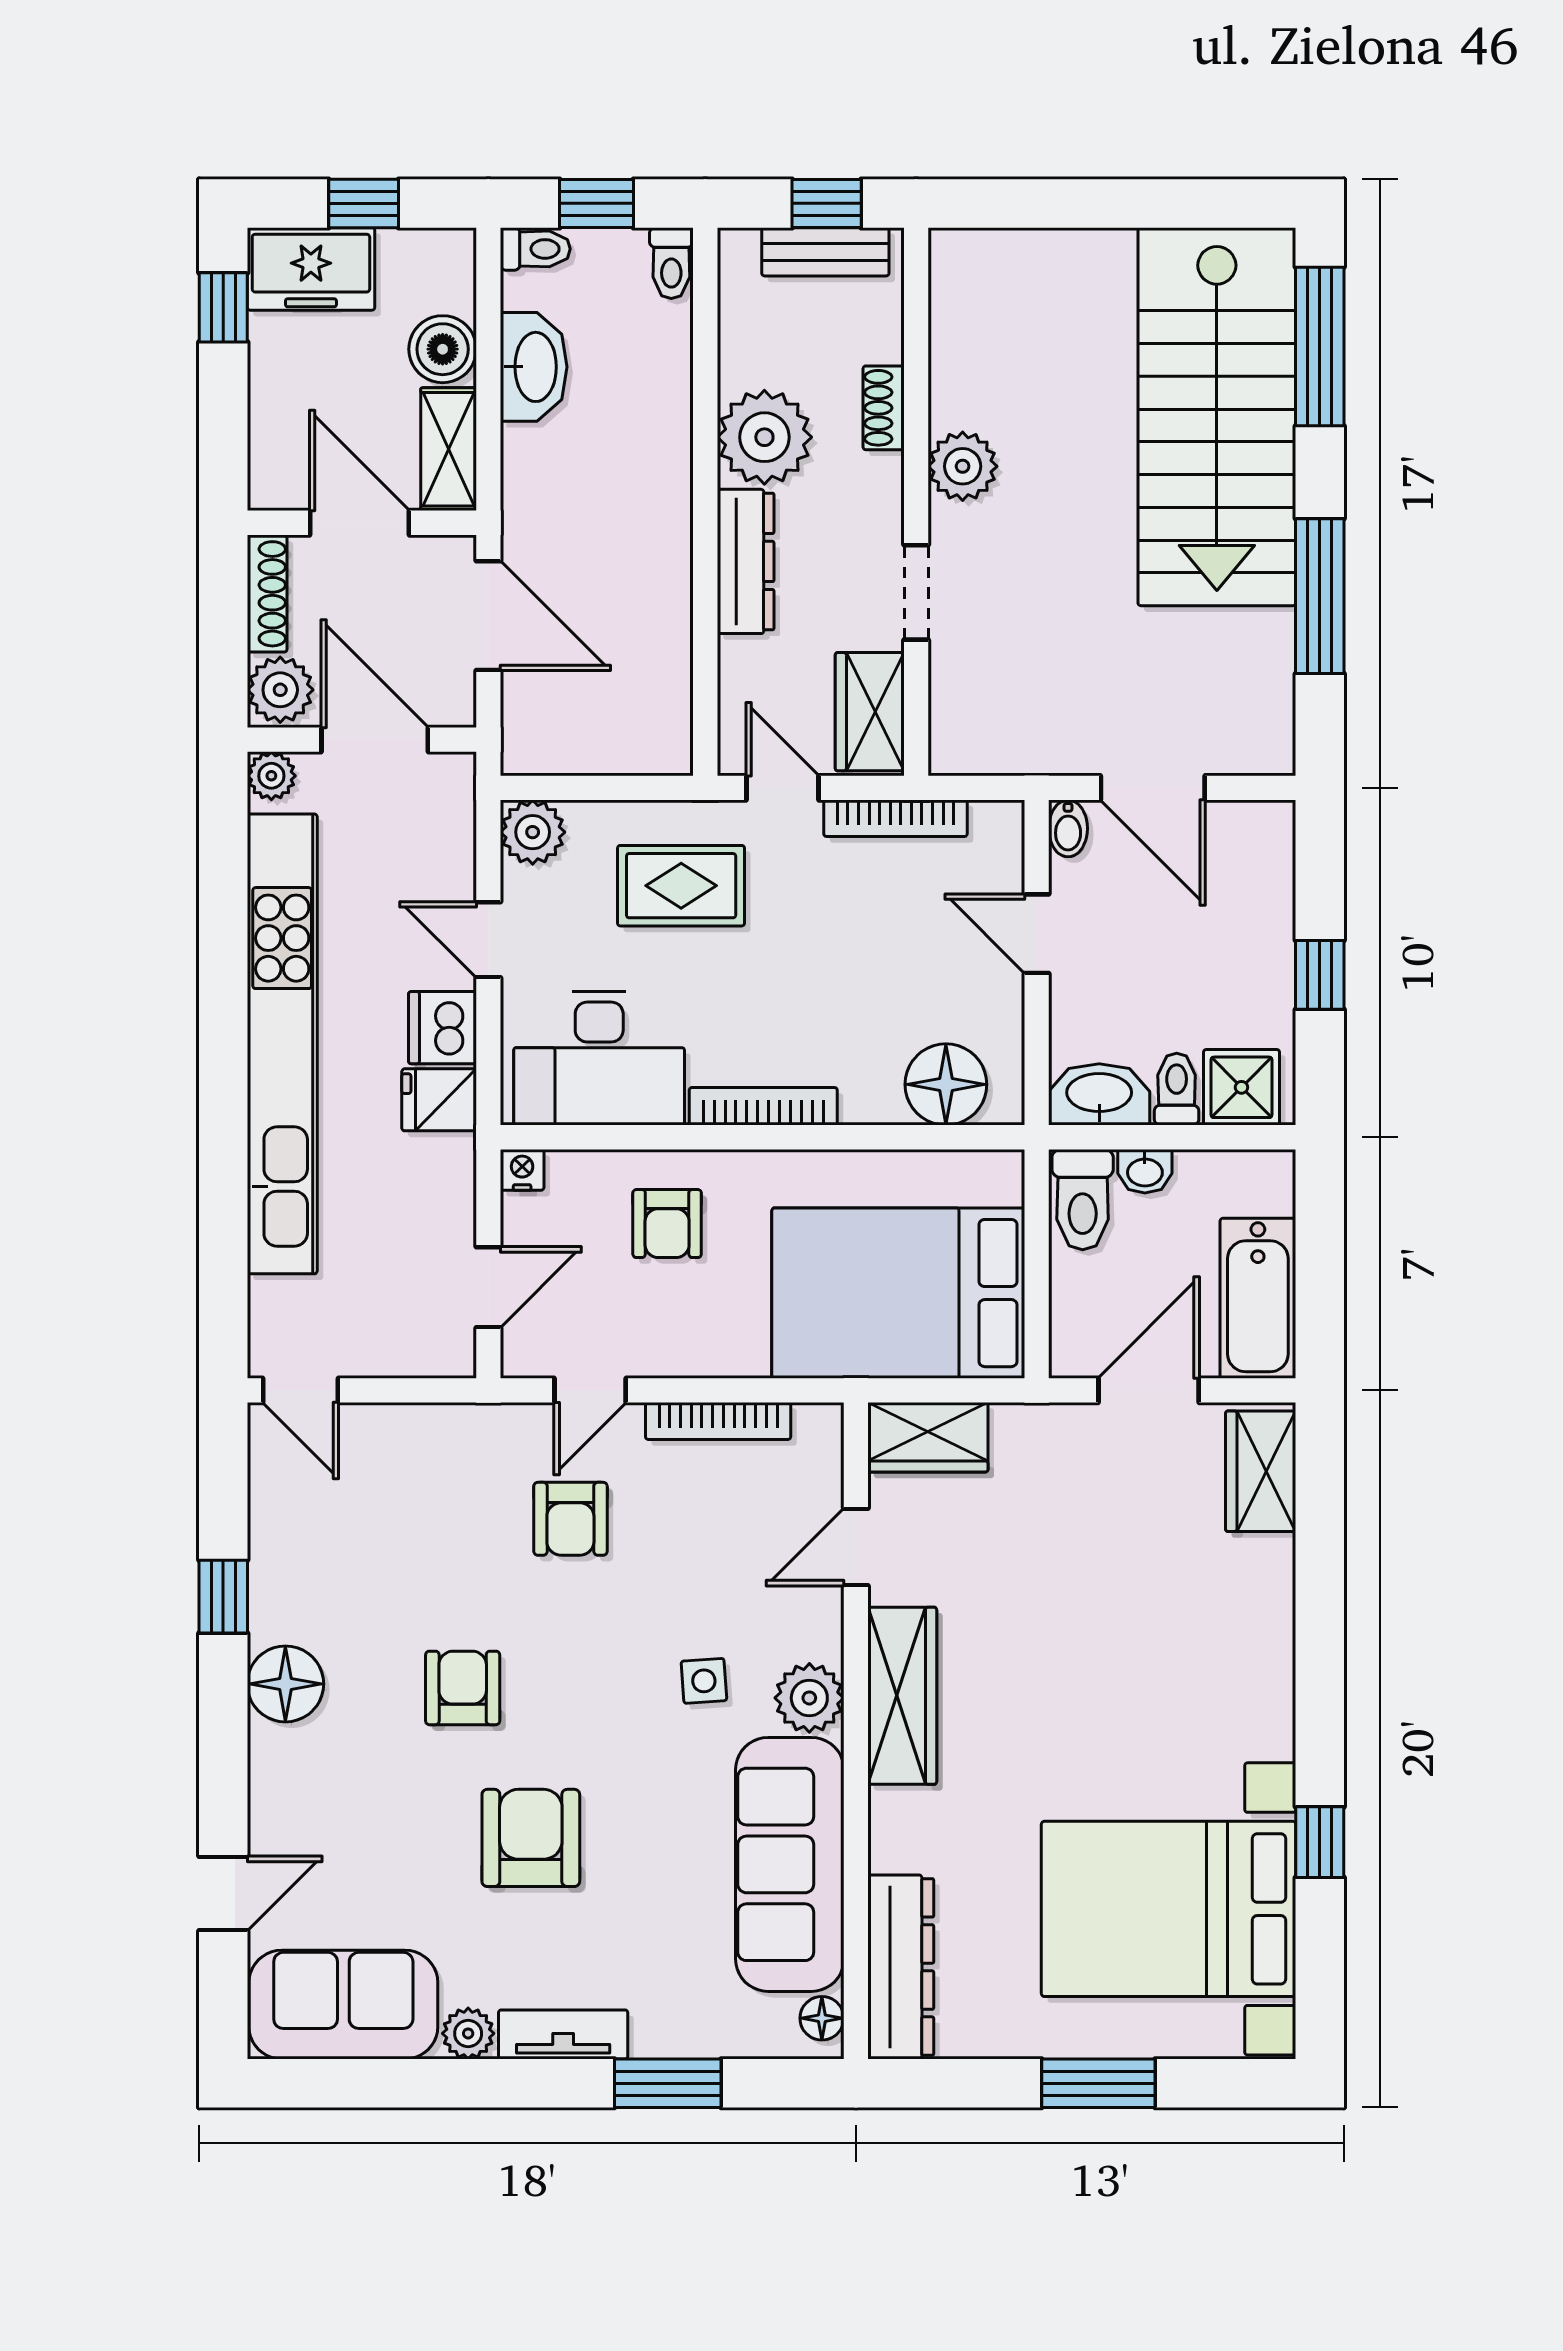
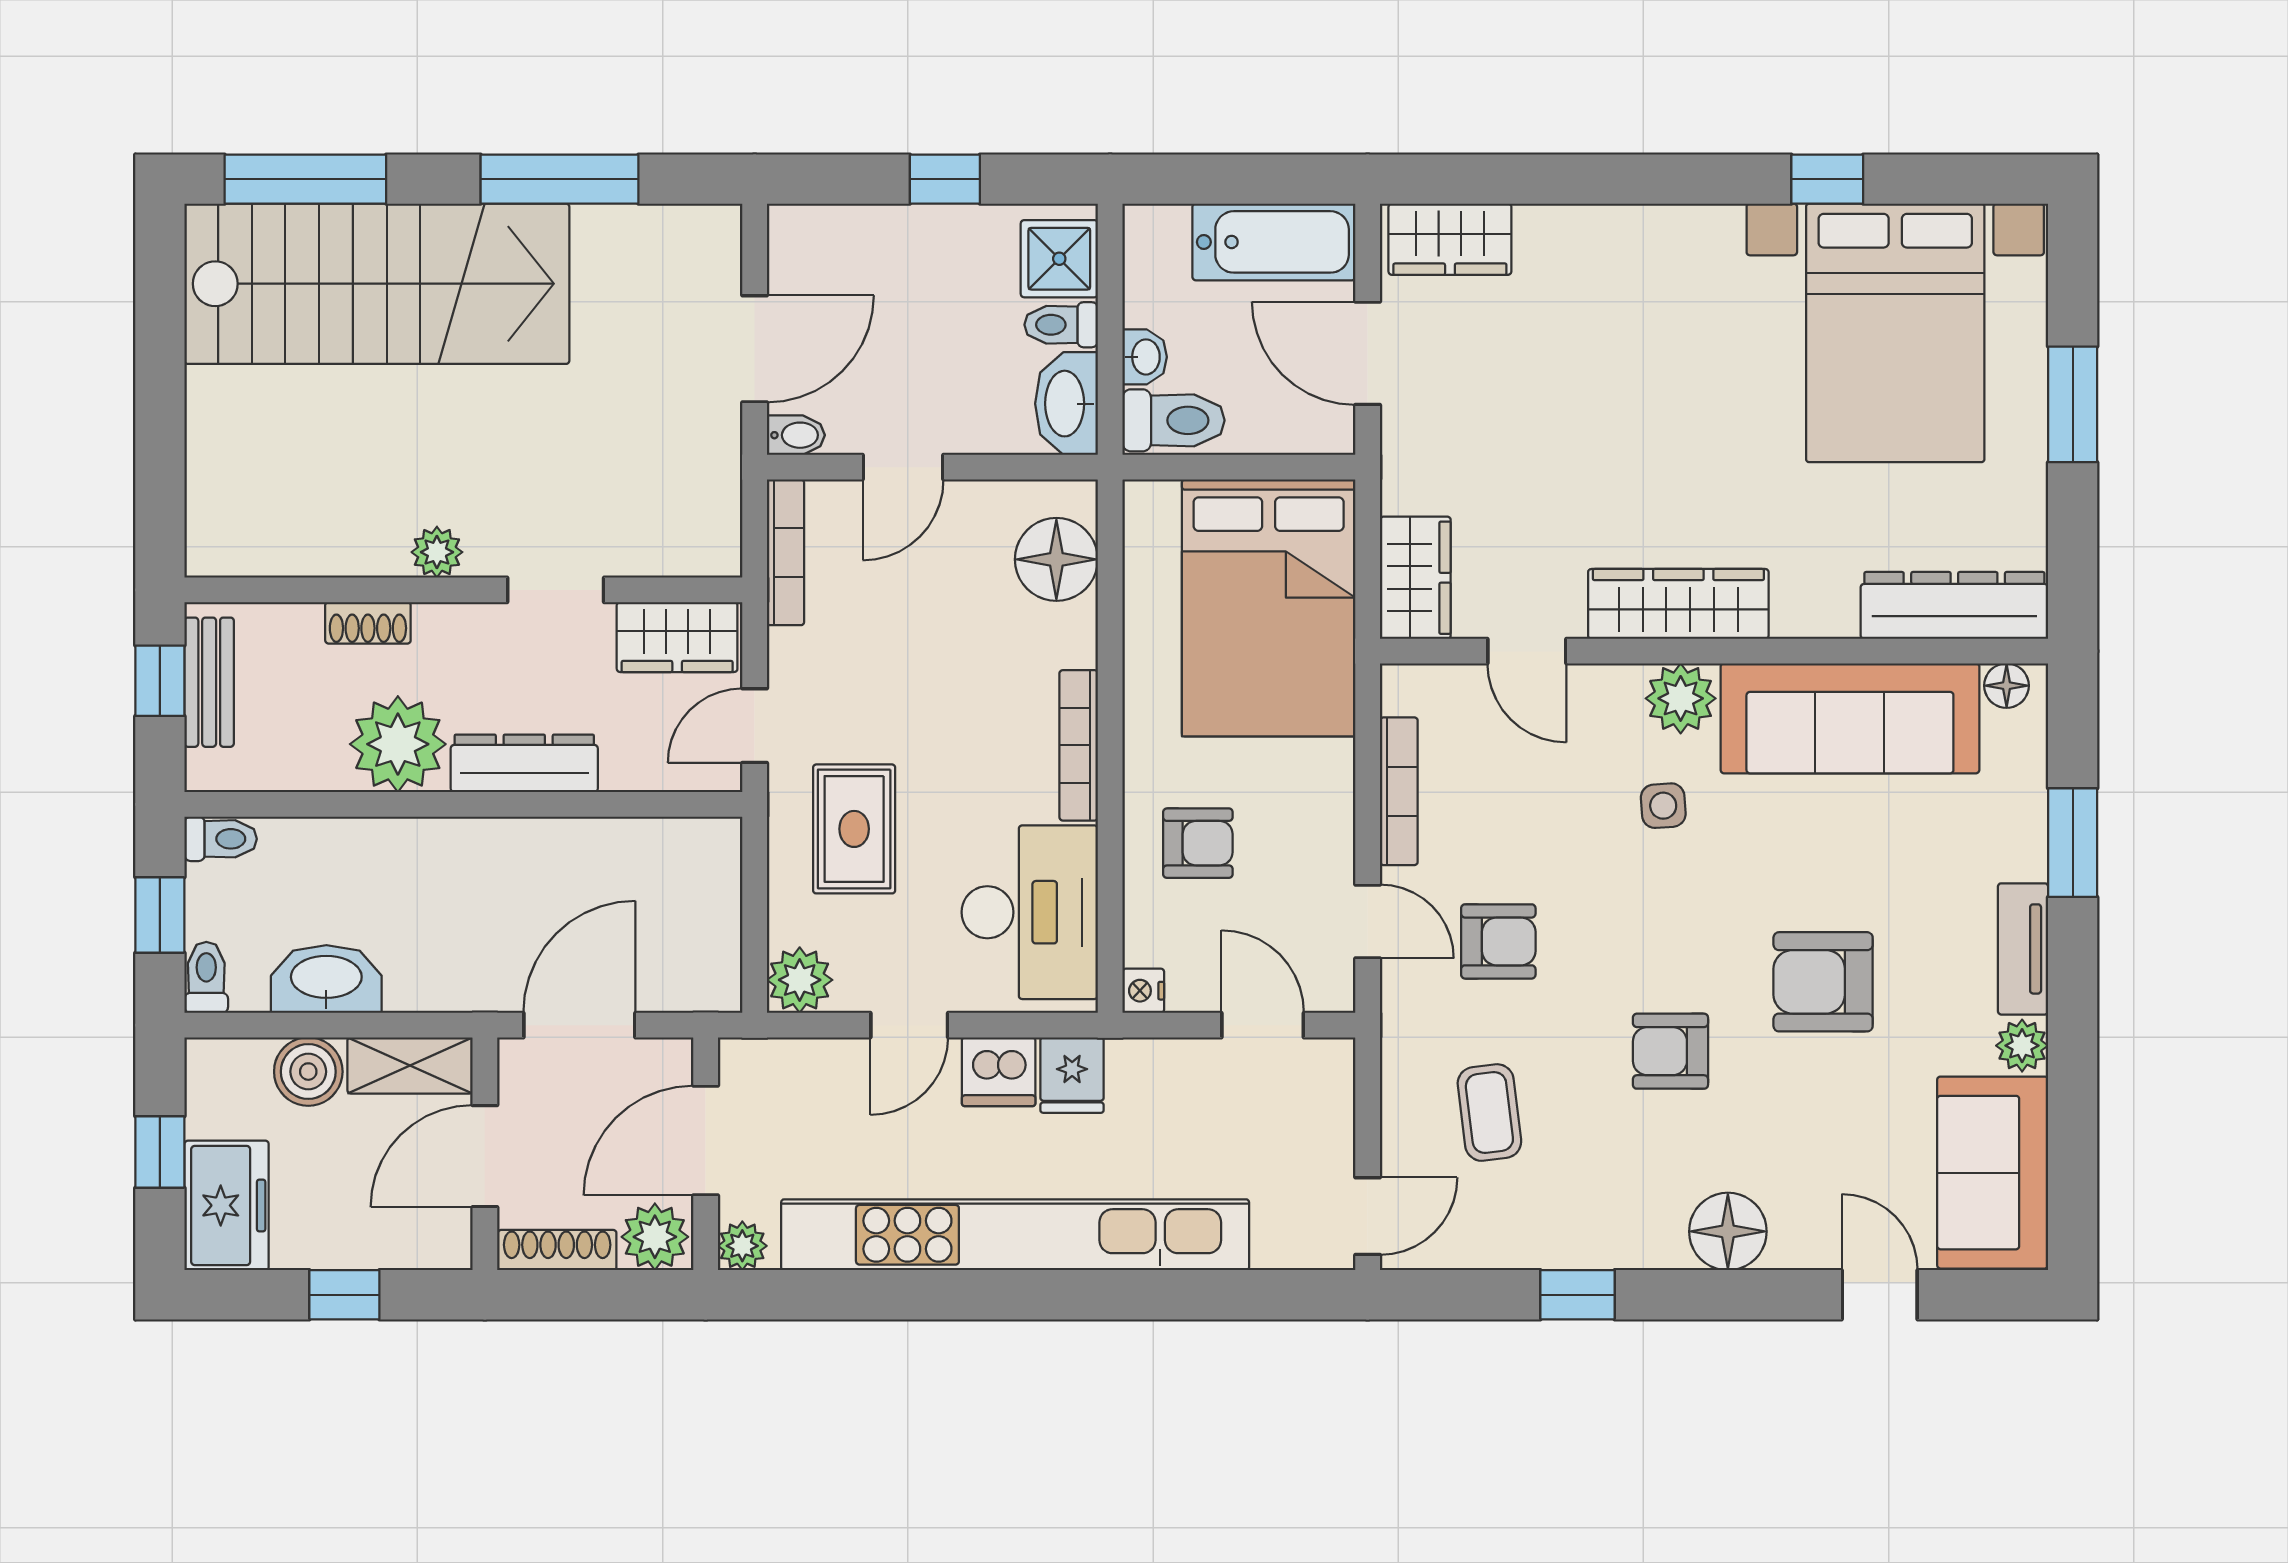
window: (223, 307) -> (344, 1295), moved
plant: (963, 466) -> (437, 552), width x0.73, depth x0.73
bookcase: (895, 818) -> (786, 552), moved
coffee table: (402, 1510) -> (1489, 1113), added
floor lamp: (285, 1684) -> (1728, 1231), moved

